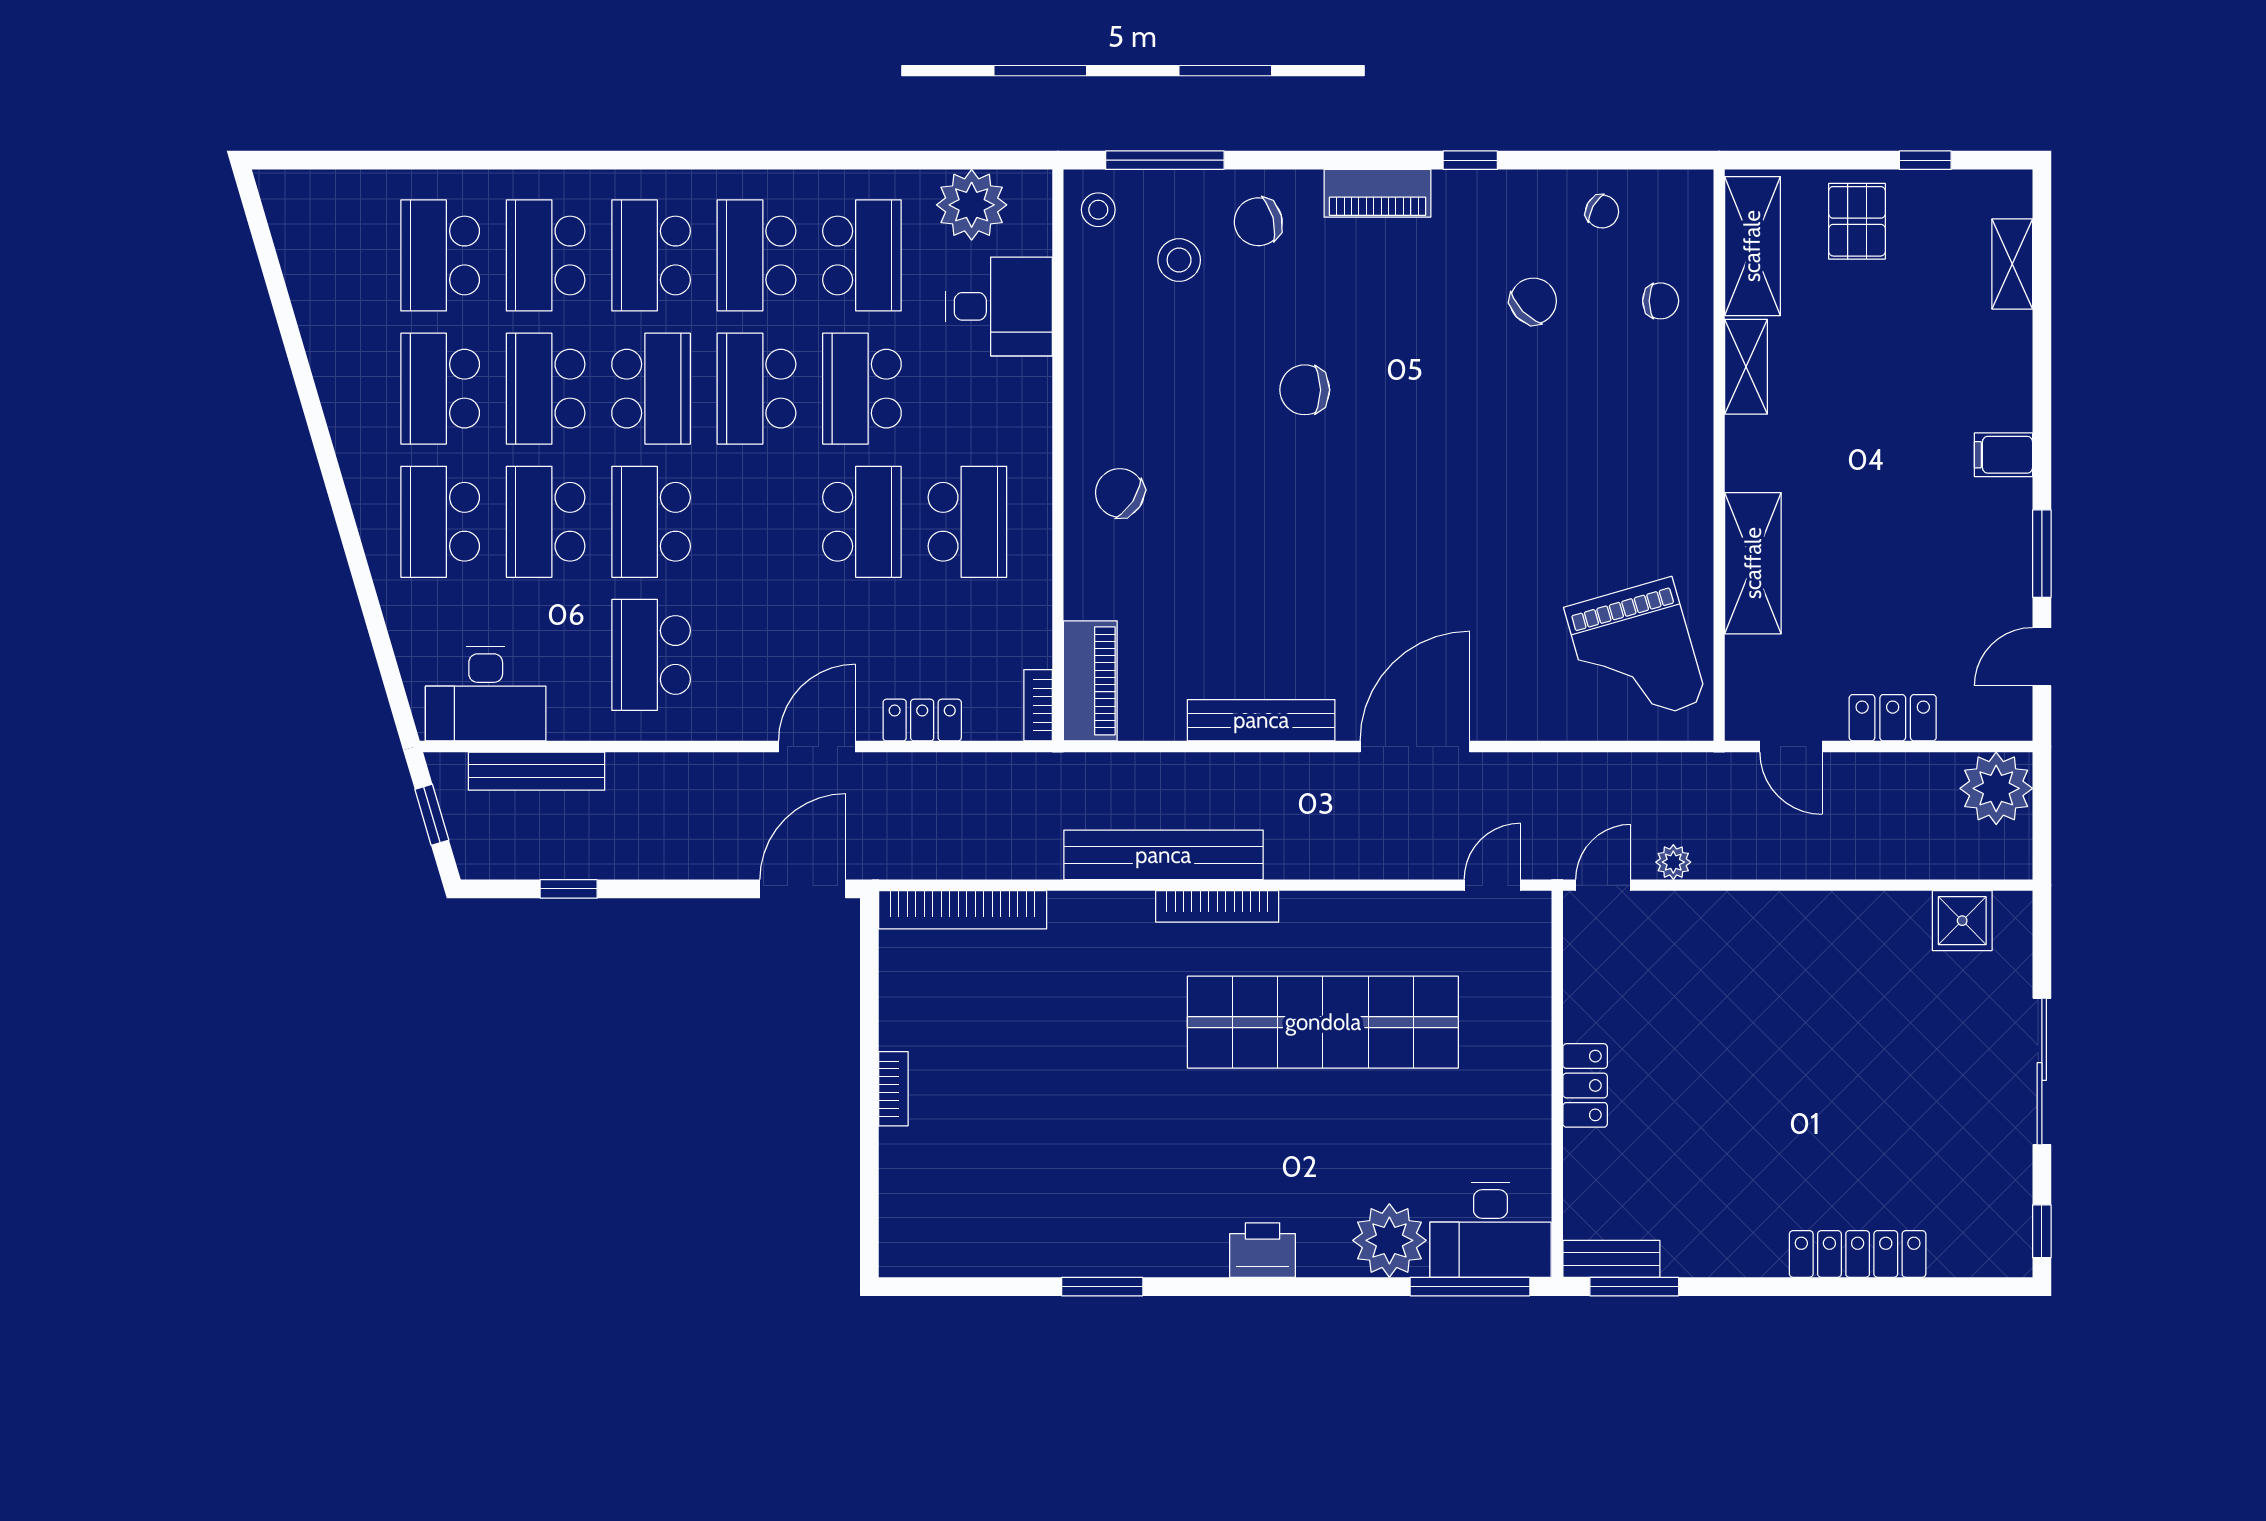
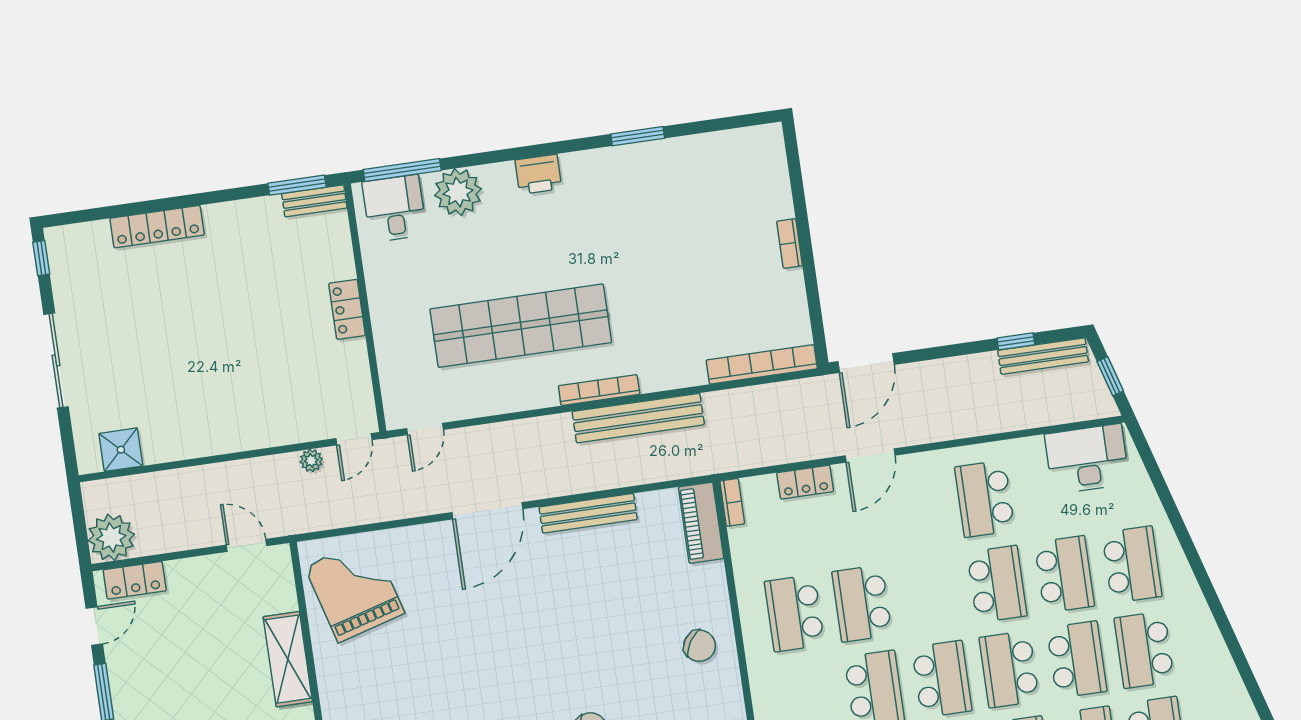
school desk: (440, 389) -> (1144, 650), turned 180
school desk: (651, 655) -> (985, 499), turned 180
locker: (1893, 718) -> (135, 580), moved
bench: (536, 771) -> (1043, 356), moved
desk: (1491, 1230) -> (394, 208), width x0.73

